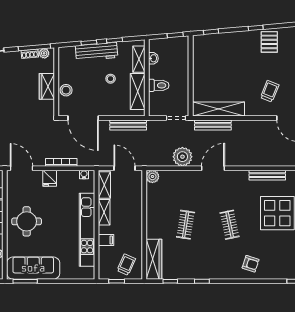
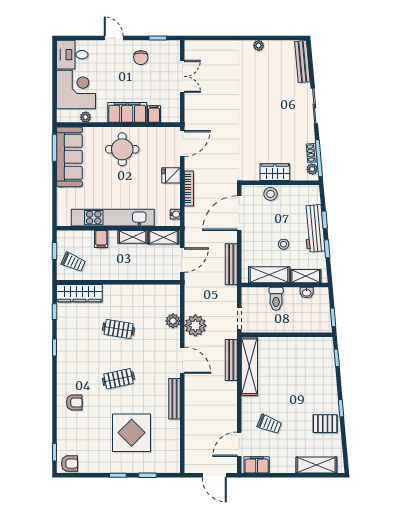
bench: (267, 175) -> (175, 399), moved
plant: (152, 177) -> (173, 321), moved
armchair: (251, 264) -> (74, 402), turned -108

